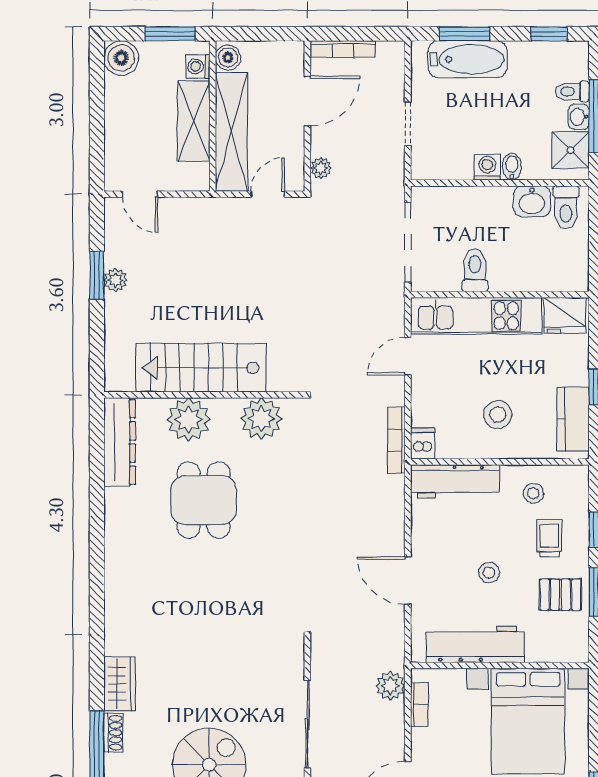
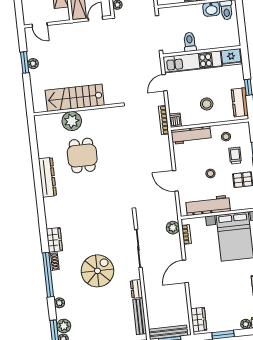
plant: (261, 419) -> (104, 117), removed
dresser: (120, 442) -> (47, 177), moved

